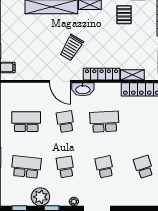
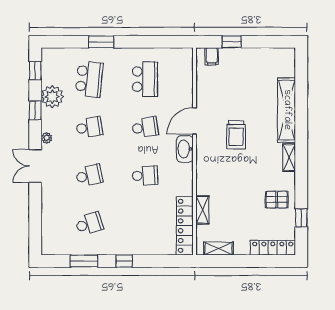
trolley: (71, 48) -> (236, 135), turned -121
locker: (102, 74) -> (203, 172), removed
school desk: (104, 122) -> (145, 175), width x0.54

